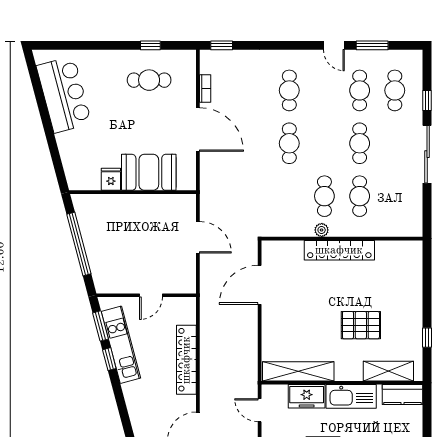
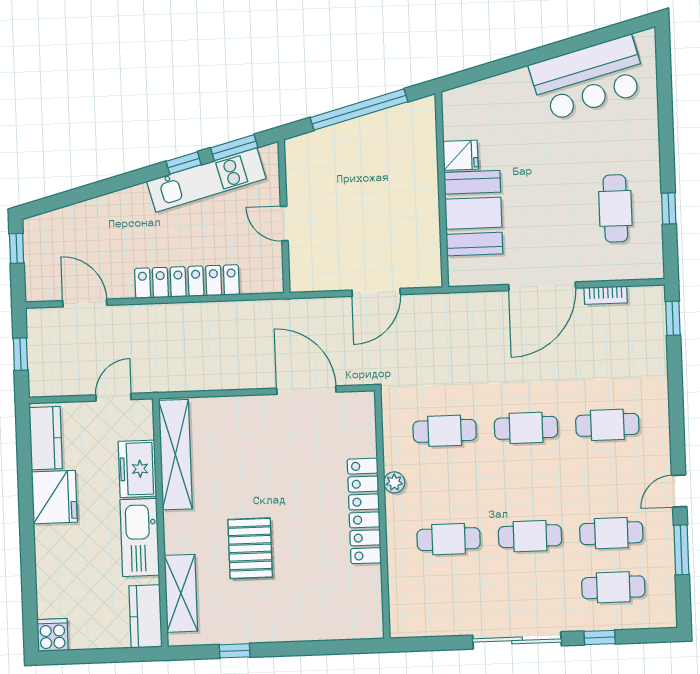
cafe table: (324, 196) -> (445, 431), moved

